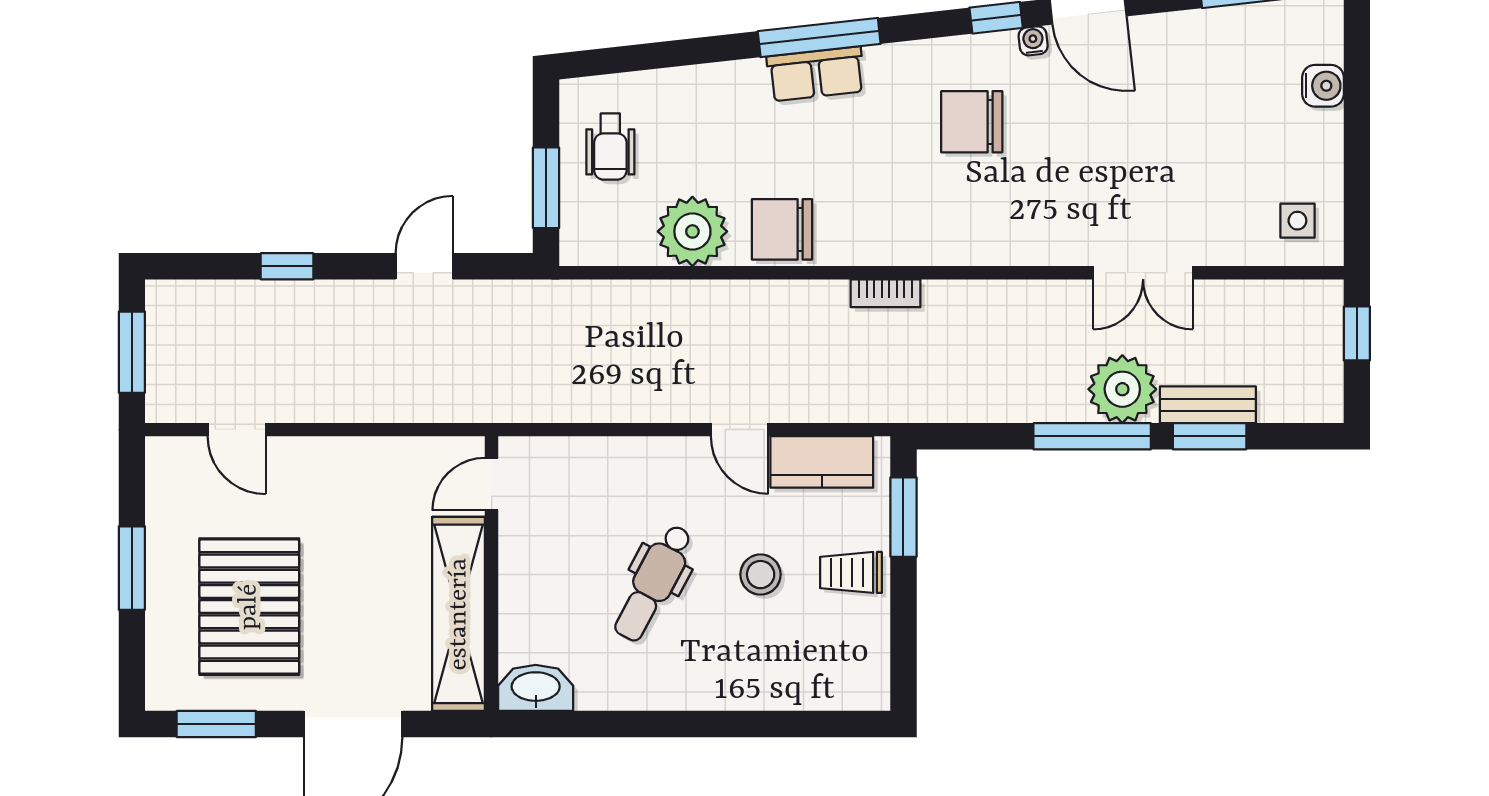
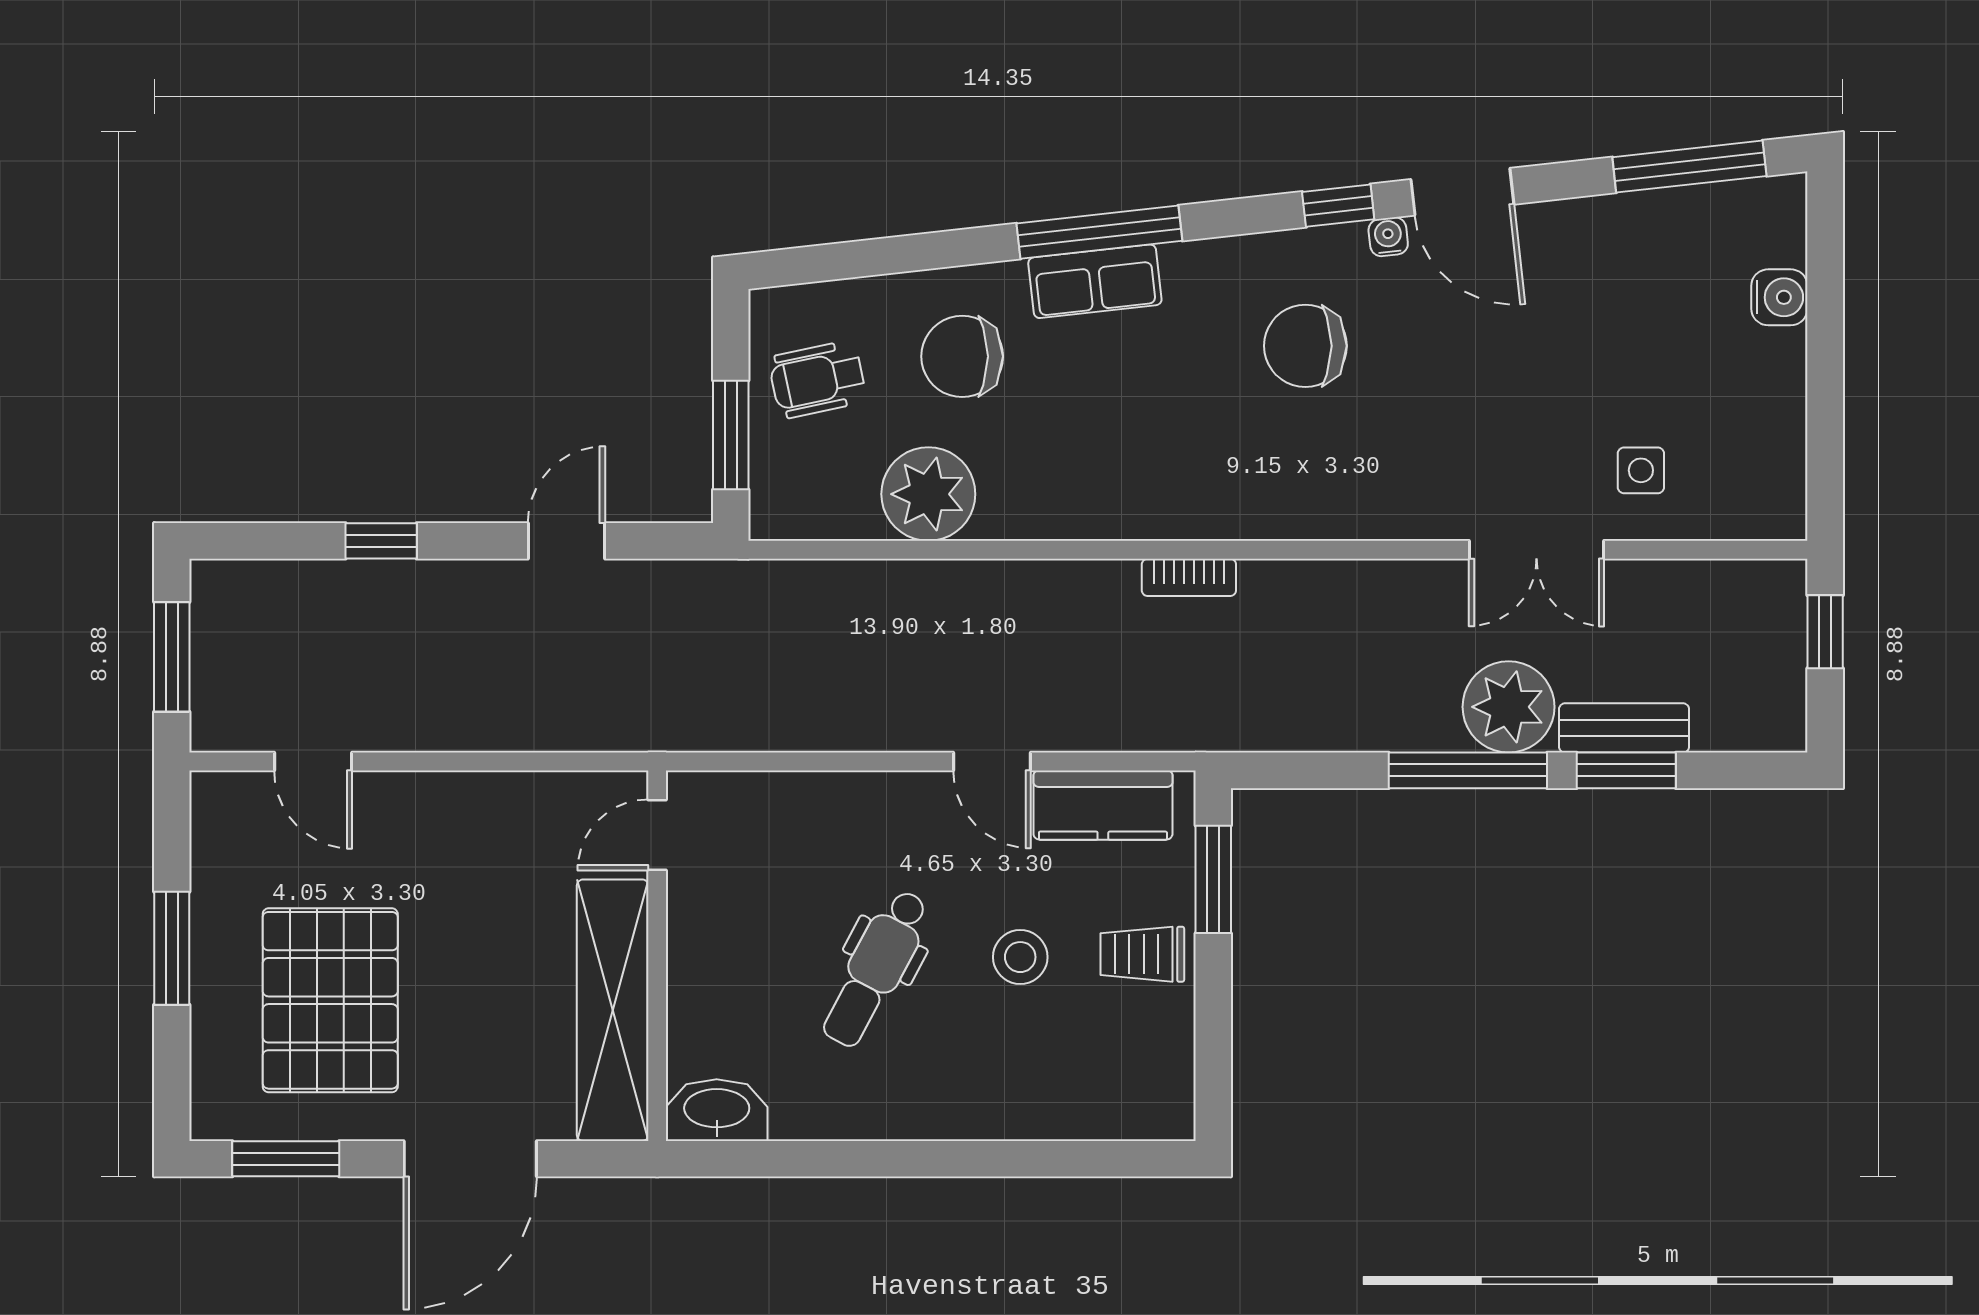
wheelchair: (610, 147) -> (818, 379), turned 78
side table: (1297, 221) -> (1641, 470), moved
chair: (782, 229) -> (962, 356), moved

